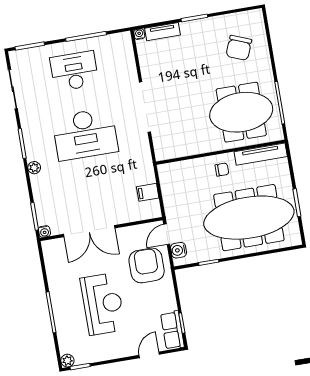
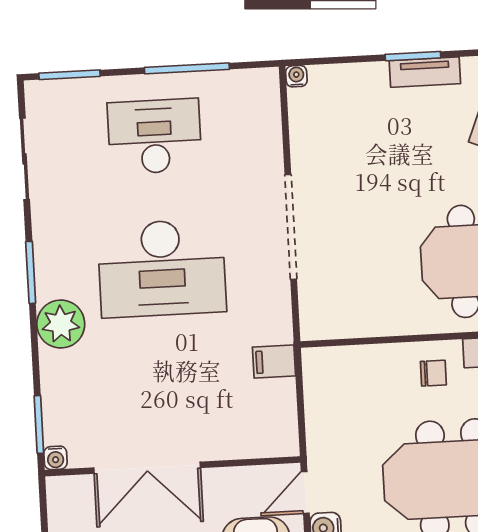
tv unit: (163, 32) -> (425, 72), moved
plant: (34, 168) -> (61, 324), width x1.88, depth x1.88
filing cabinet: (148, 192) -> (274, 362), moved

